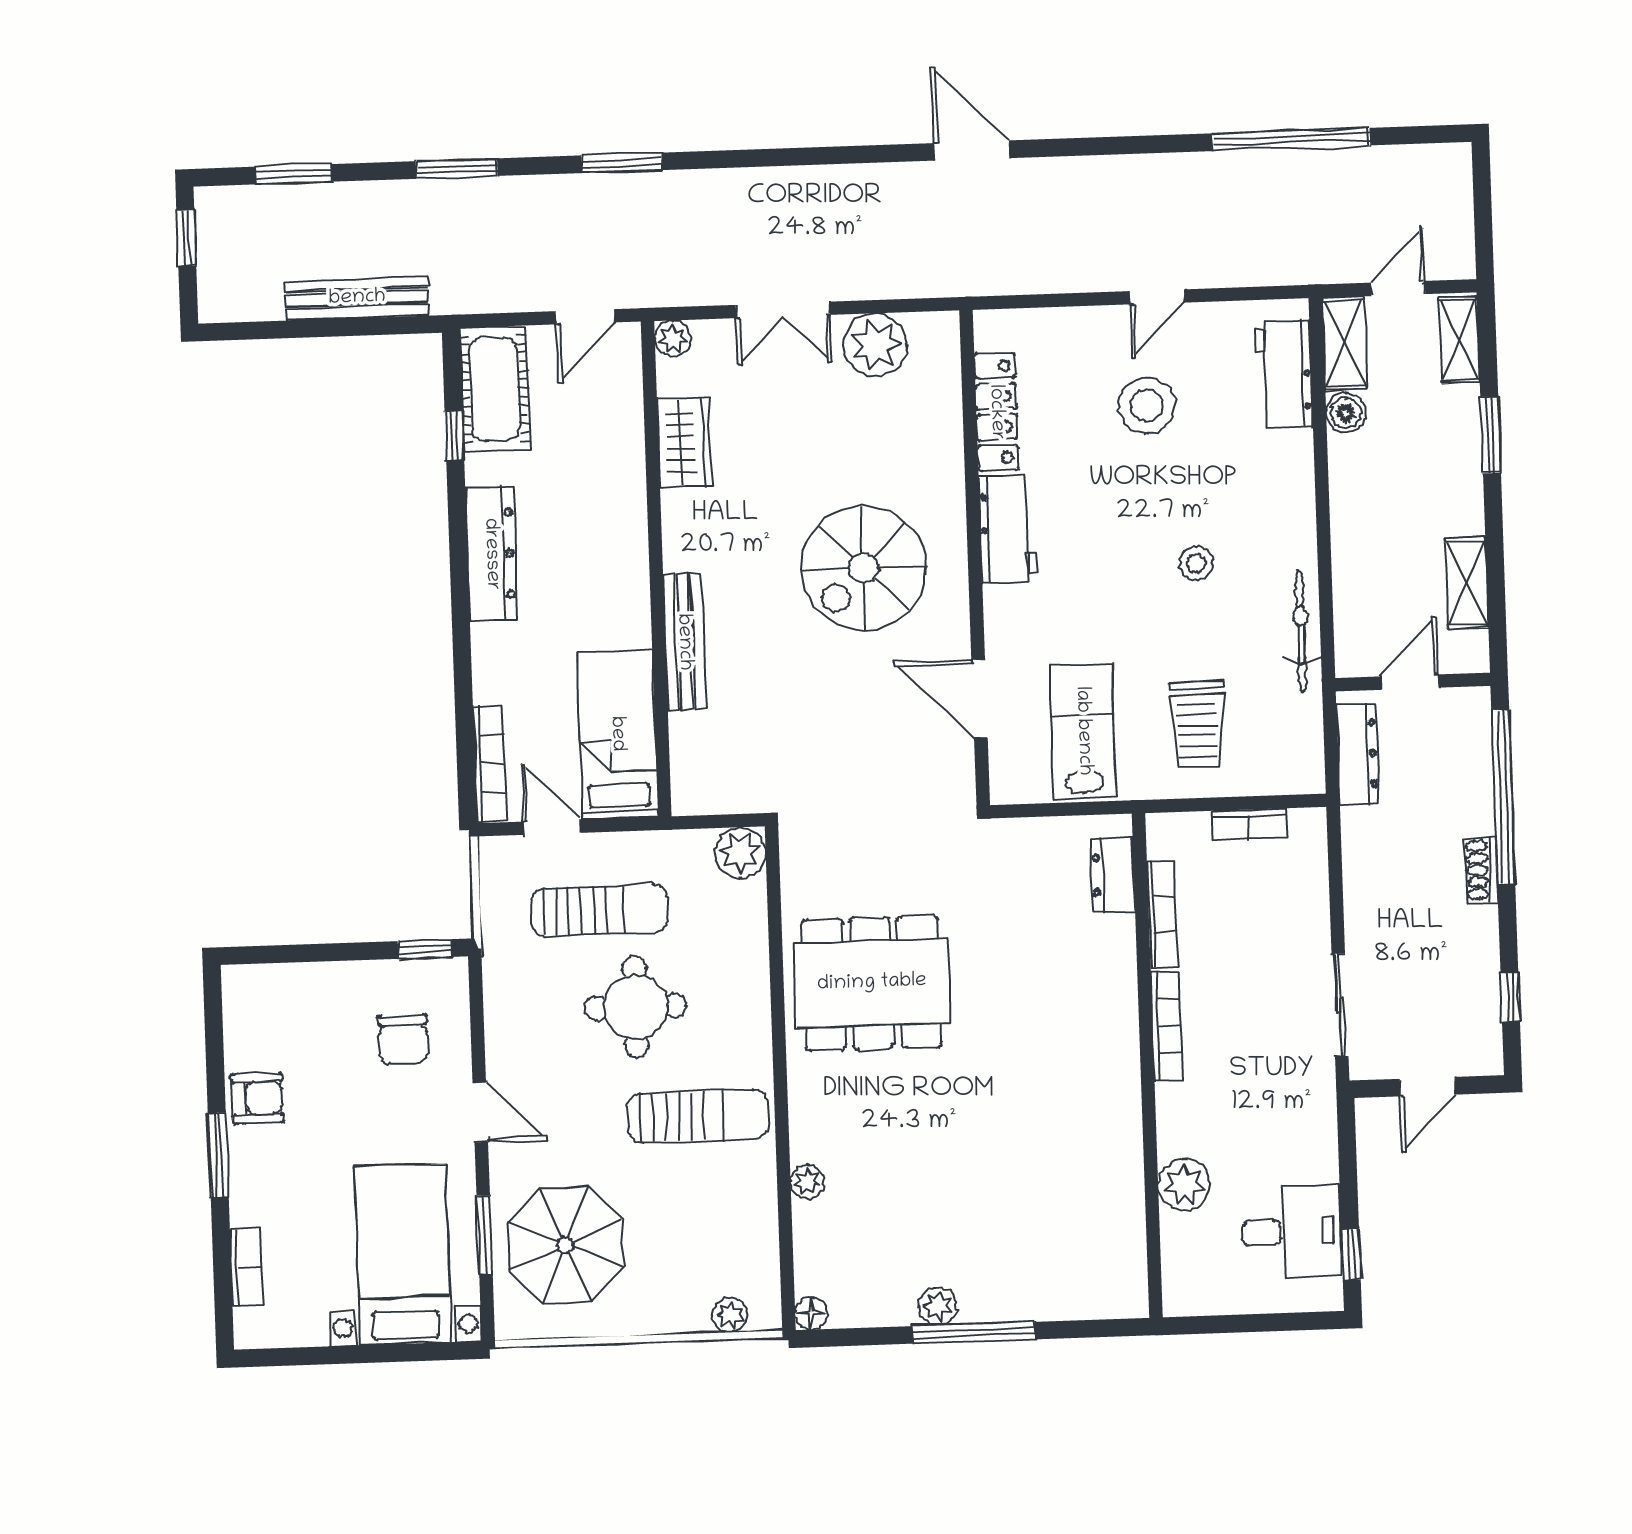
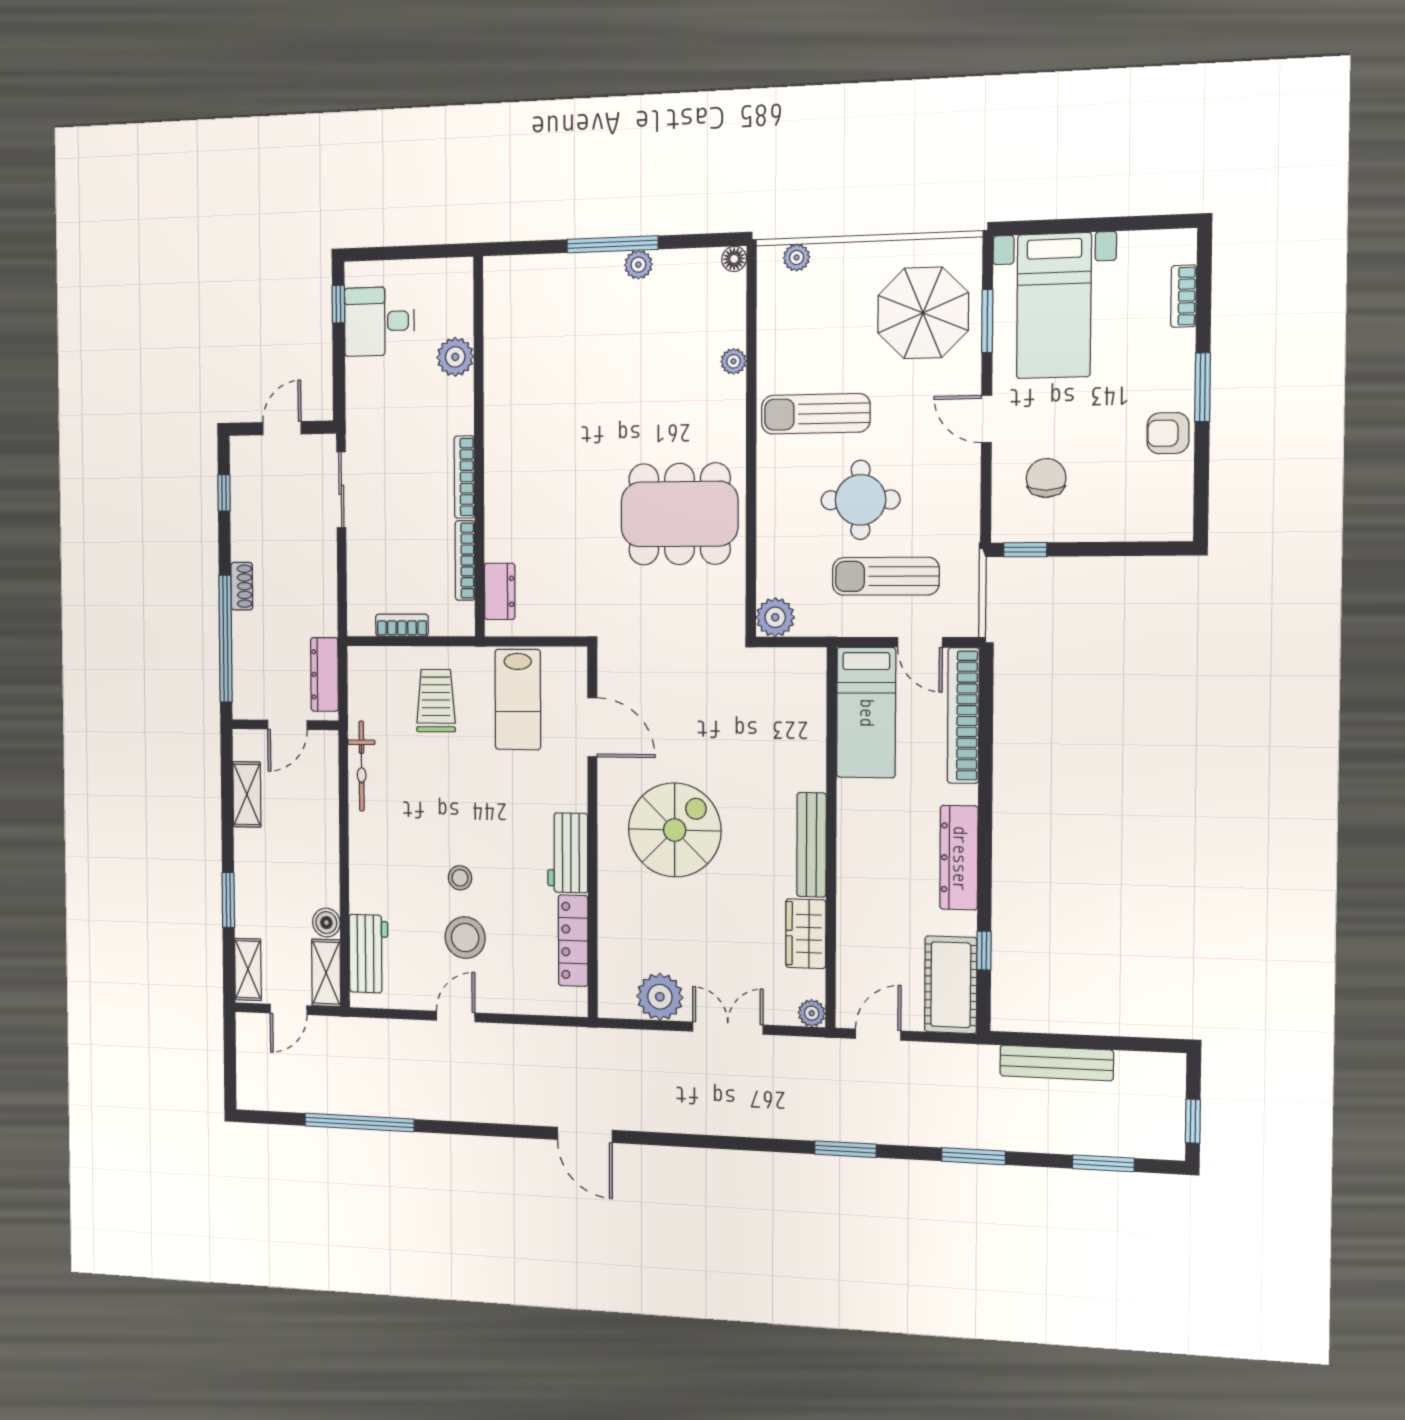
stool: (1196, 563) -> (460, 878), moved
bench: (684, 642) -> (811, 845), moved
bookcase: (490, 764) -> (963, 716), width x1.48, depth x1.31

